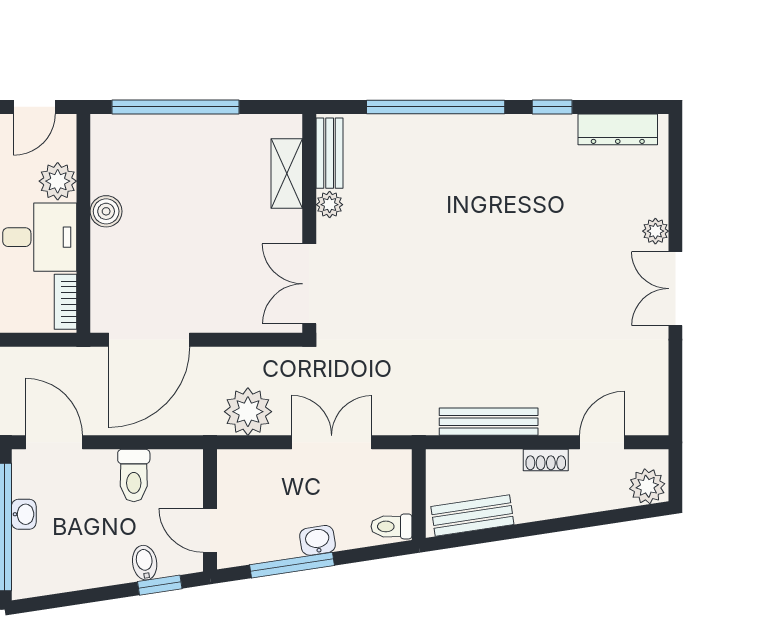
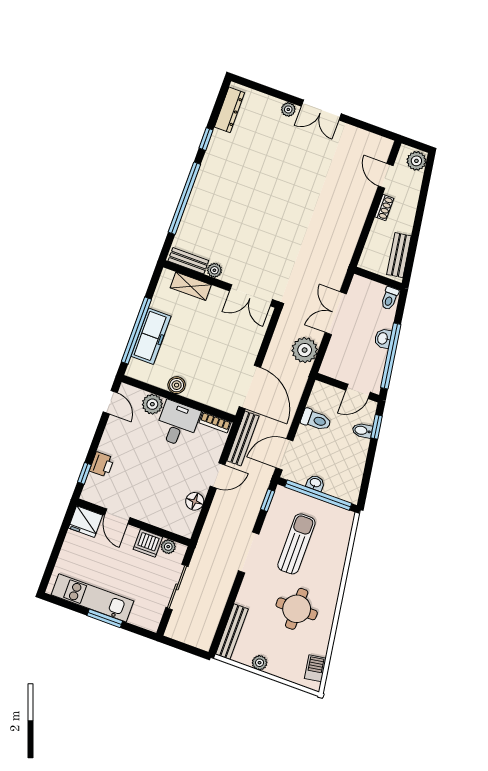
freezer: (175, 136) -> (151, 336), added
bench: (489, 422) -> (243, 438), moved
window: (292, 565) -> (391, 356), width x1.46

